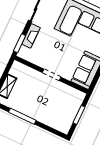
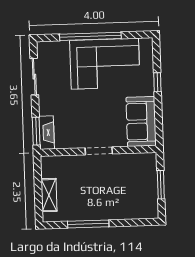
fireplace: (31, 36) -> (47, 133), moved

